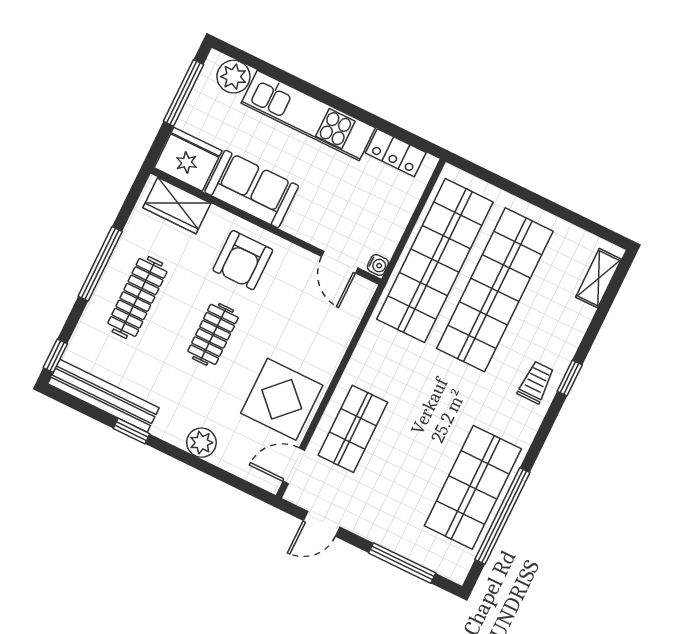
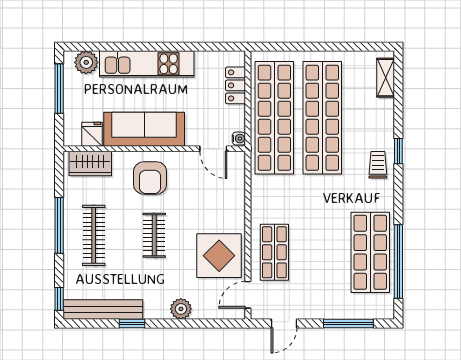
locker: (396, 153) -> (236, 85), moved, turned 90
fridge: (188, 159) -> (92, 134), width x0.53, depth x0.75
sofa: (252, 189) -> (144, 129), width x1.36

